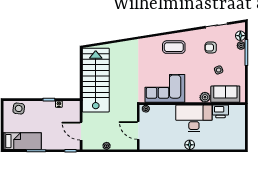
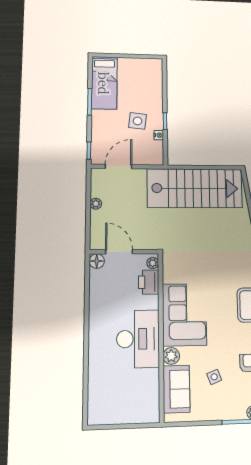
corner sofa: (165, 88) -> (184, 315), moved
side table: (19, 108) -> (138, 121), moved
printer: (220, 111) -> (149, 282), moved
door: (138, 130) -> (119, 252), hinge flipped
floor lamp: (190, 145) -> (97, 261), moved

